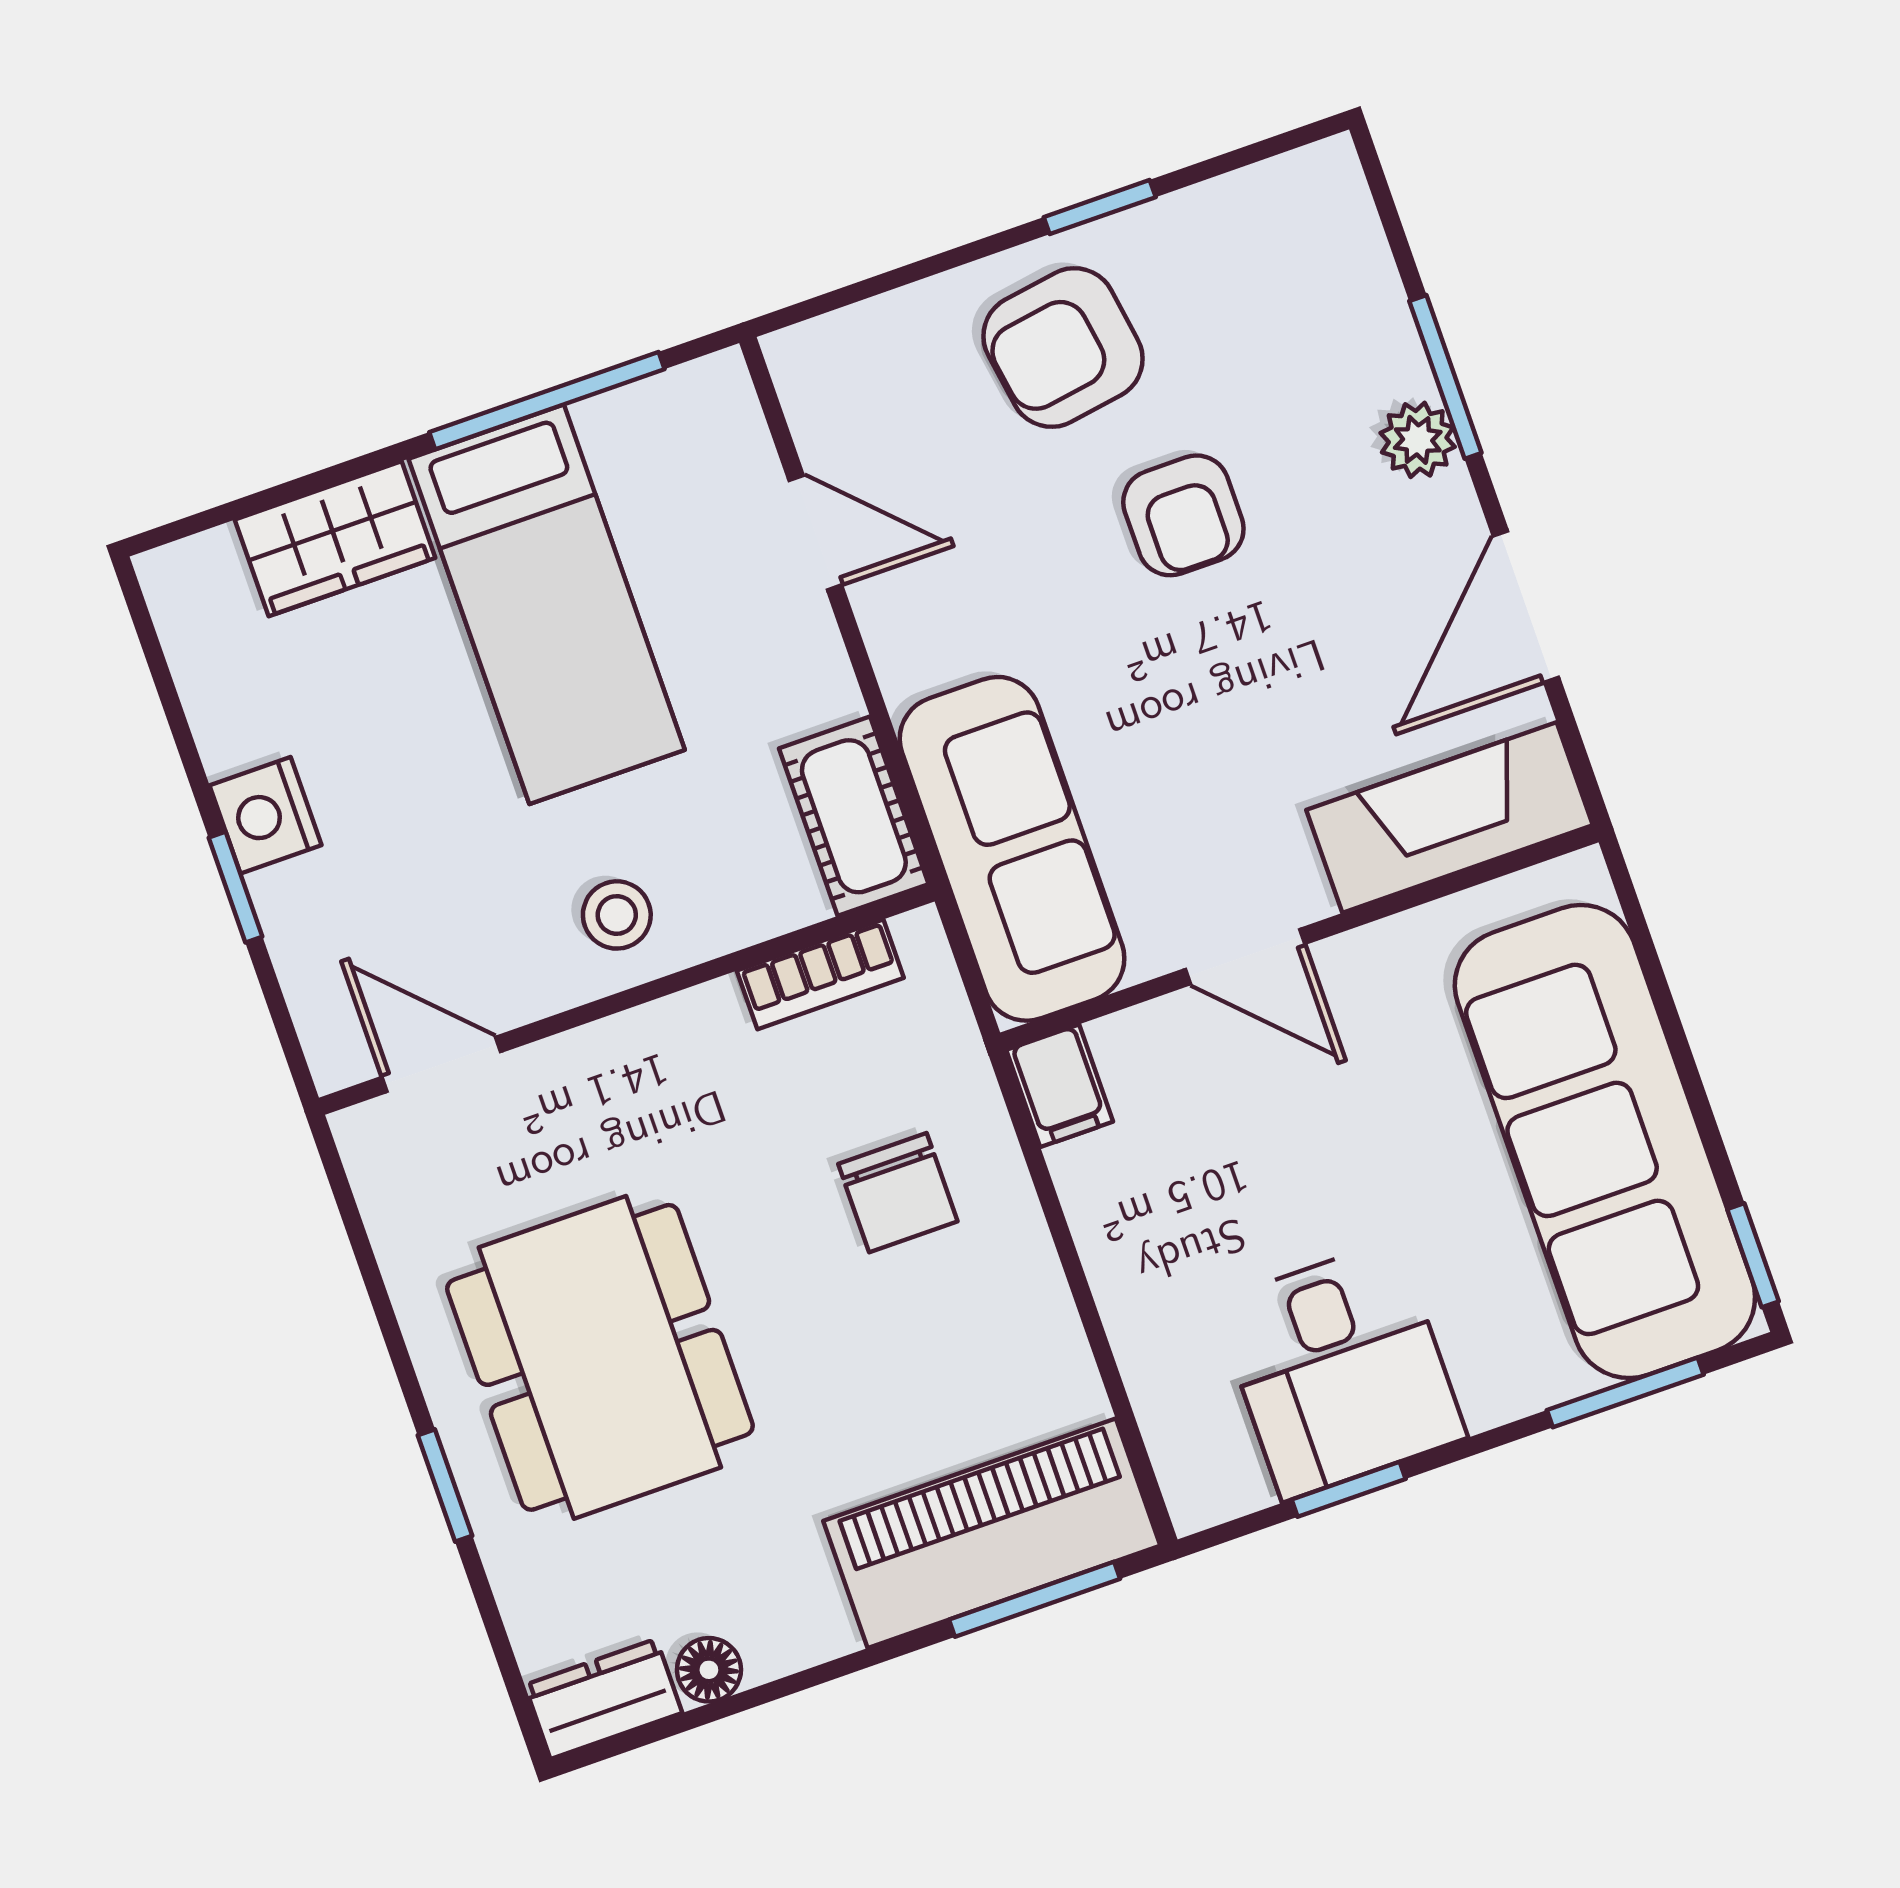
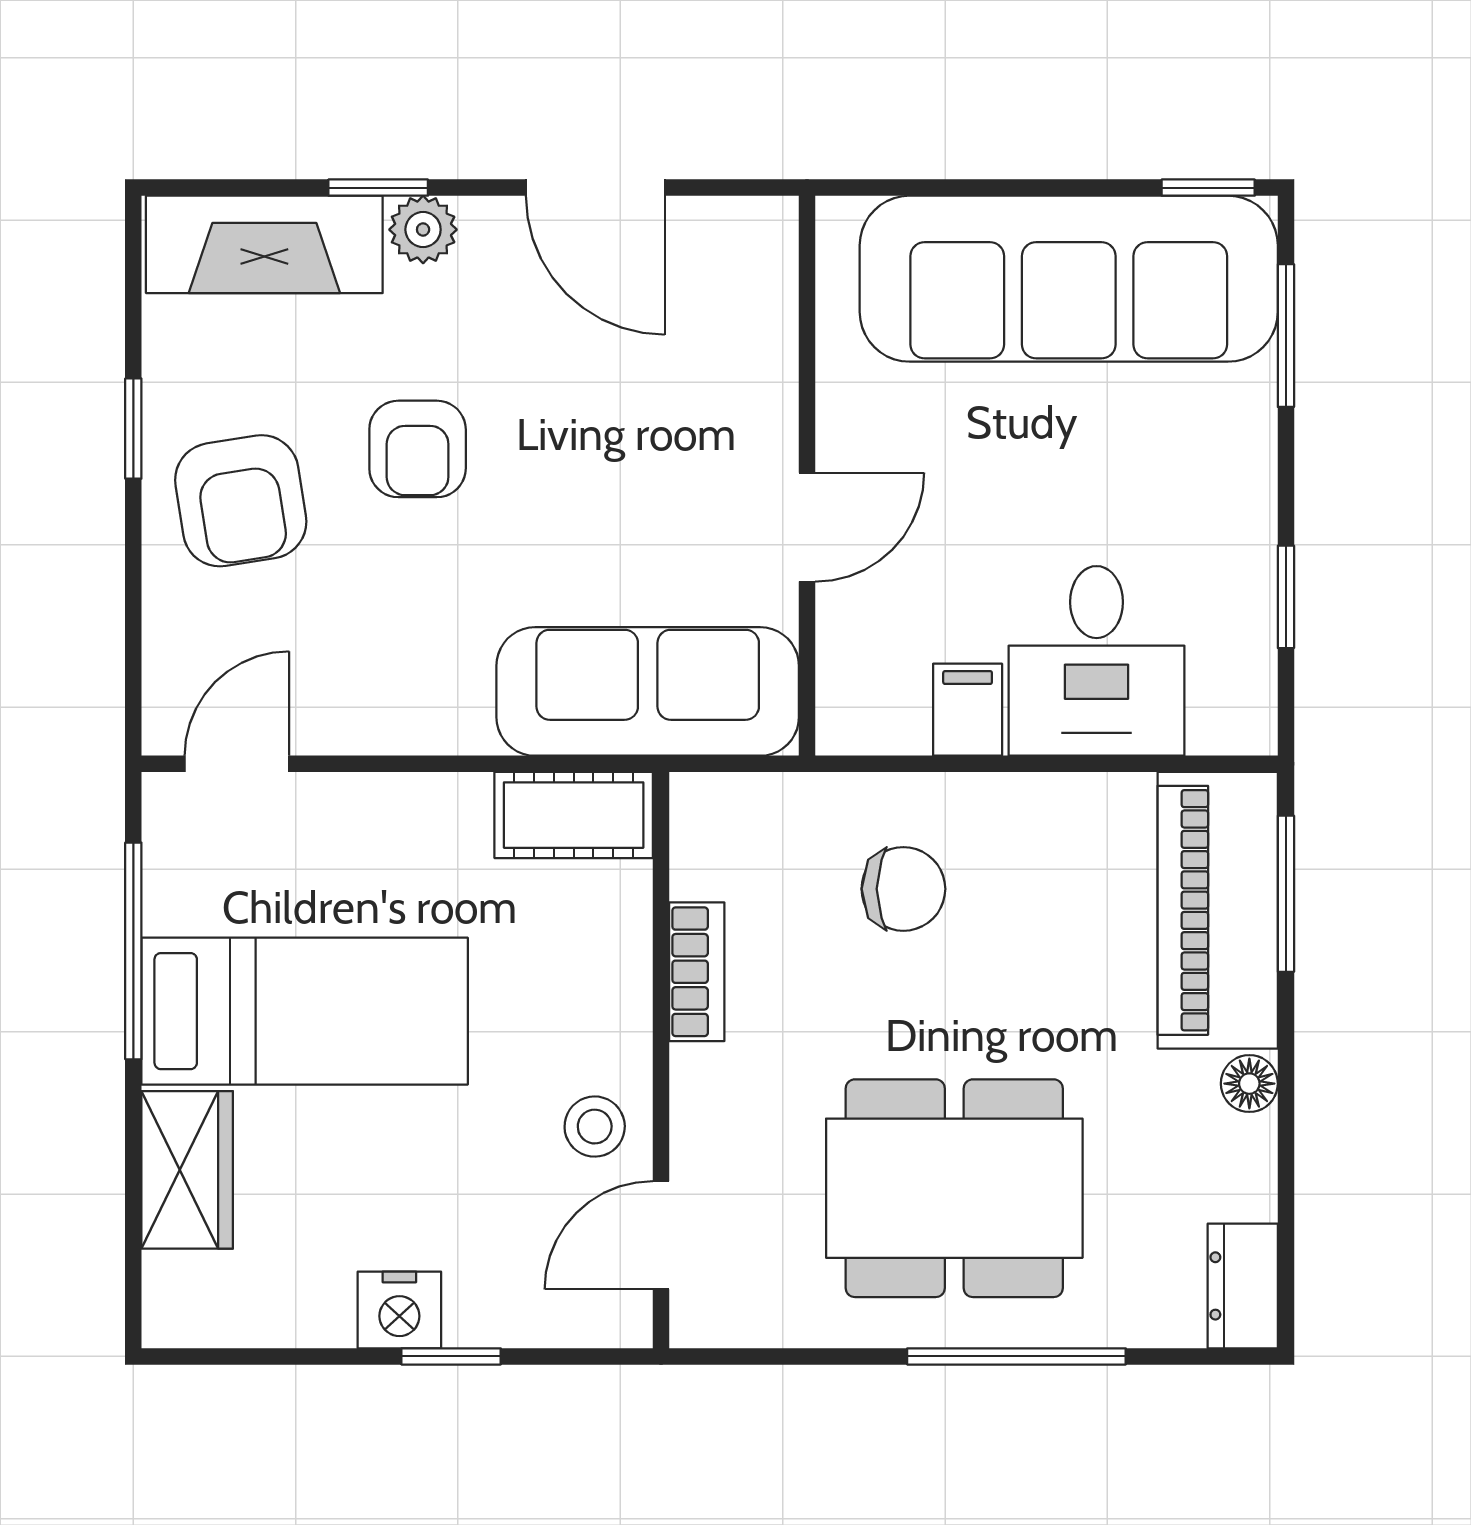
window: (1445, 377) -> (378, 188), width x0.67
armchair: (1183, 515) -> (418, 449), turned 90
door: (815, 533) -> (237, 764), moved
fireplace: (1449, 817) -> (264, 244), moved, turned -90
stool: (617, 915) -> (595, 1127), moved
bookcase: (820, 974) -> (697, 972), moved
filing cabinet: (1060, 1086) -> (968, 710), moved, turned -90
desk: (1340, 1370) -> (1097, 661), moved, turned 90
window: (445, 1485) -> (1016, 1356), width x2.17
floor lamp: (709, 1670) -> (1249, 1084), moved

